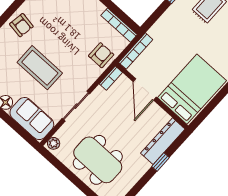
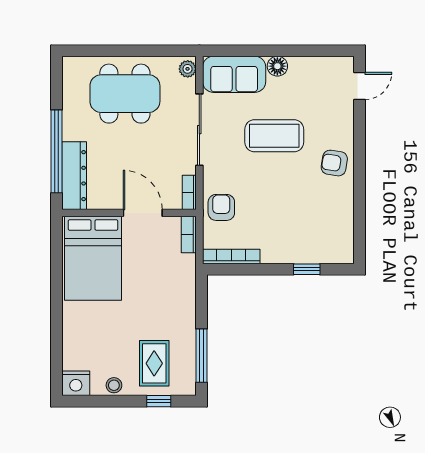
bookcase: (136, 51) -> (189, 234), width x0.64
armchair: (101, 55) -> (221, 207), turned 180
sliding door: (76, 106) -> (199, 130), width x1.37
window: (161, 162) -> (57, 151), width x3.17

